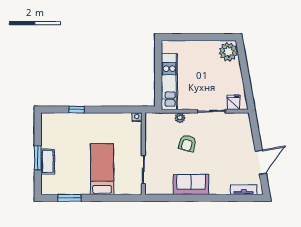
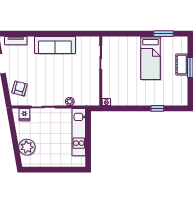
plant: (228, 52) -> (27, 147), moved
armchair: (187, 143) -> (20, 88), moved
bed: (102, 169) -> (150, 58), moved
sofa: (191, 184) -> (55, 45), width x1.36

